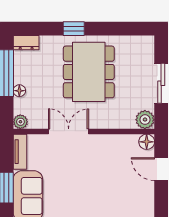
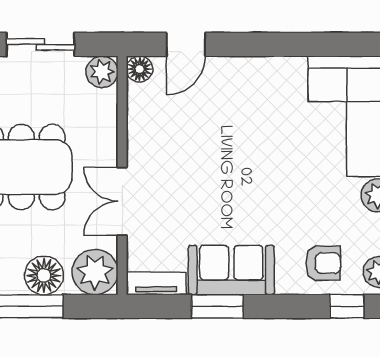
floor lamp: (19, 91) -> (44, 275), width x1.89, depth x1.89
plant: (20, 122) -> (95, 272), width x1.87, depth x1.87

